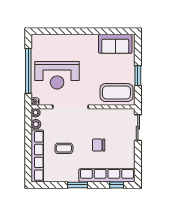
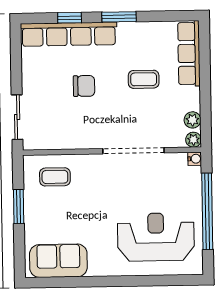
reception desk: (57, 75) -> (156, 237), moved
coffee table: (116, 93) -> (55, 177), width x0.54, depth x0.58
row of seats: (37, 156) -> (189, 53), width x0.73
window: (117, 185) -> (70, 18), moved

